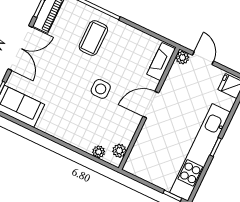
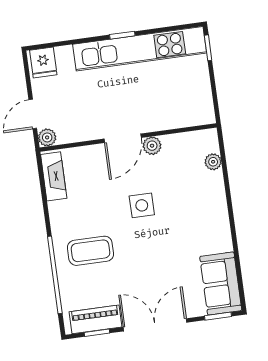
fireplace: (161, 62) -> (54, 176), moved, turned -90
door: (151, 105) -> (123, 138), hinge flipped
plant: (119, 151) -> (152, 146), moved

